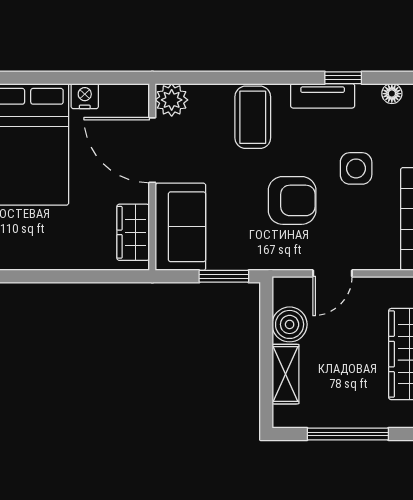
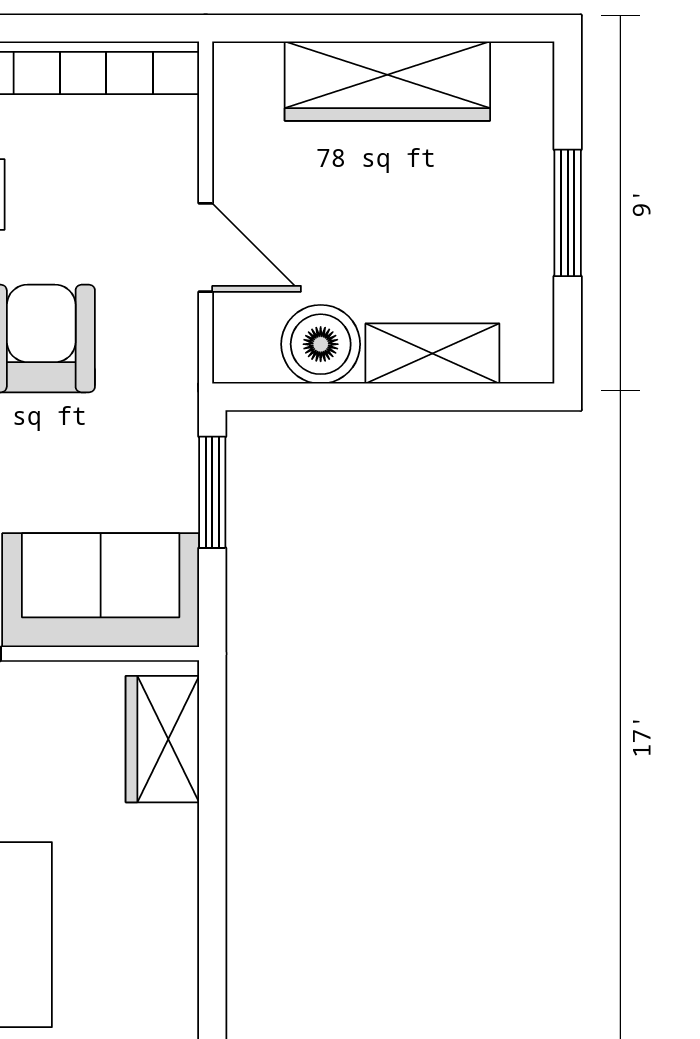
wardrobe: (133, 232) -> (162, 739), moved, turned 90
window: (348, 434) -> (568, 213), width x0.69

